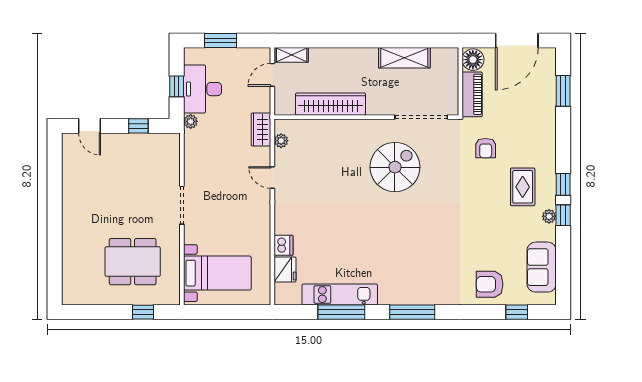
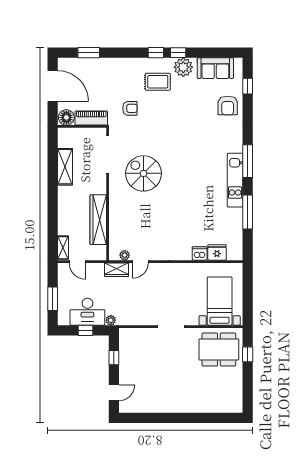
door: (272, 177) -> (140, 262), moved
plant: (549, 216) -> (183, 67), width x1.87, depth x1.87
dining table: (133, 262) -> (219, 350), moved, turned 90
kitchen unit: (340, 295) -> (235, 180), moved

